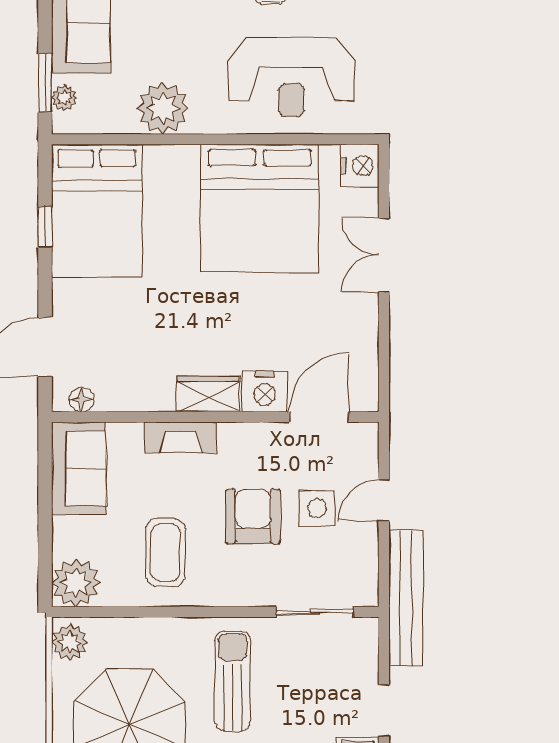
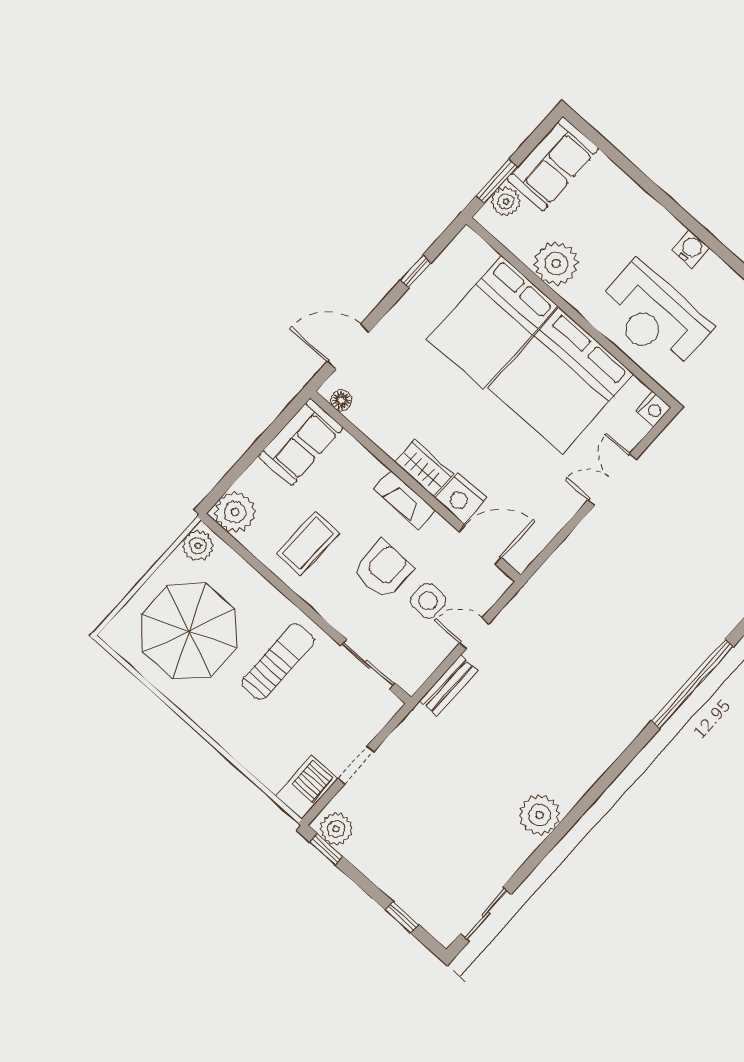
plant: (64, 98) -> (506, 201), width x1.38, depth x1.38
nightstand: (360, 166) -> (653, 409), width x0.74, depth x0.75
bed: (97, 211) -> (492, 322), moved
fireplace: (180, 437) -> (405, 500), moved
bench: (406, 598) -> (449, 686), width x0.54, depth x0.82

